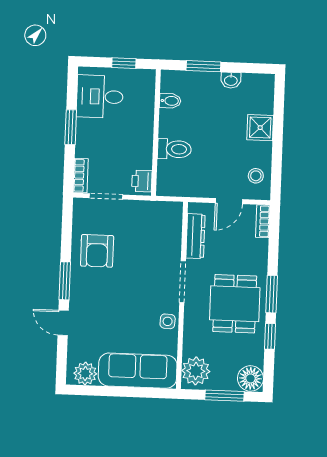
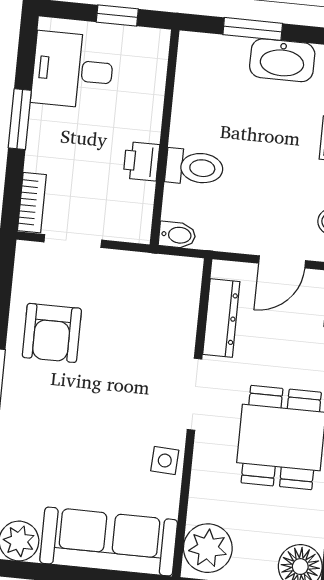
washbasin: (231, 80) -> (282, 60), width x1.91, depth x1.45
bidet: (170, 101) -> (177, 235), moved
printer: (142, 181) -> (141, 161), moved

